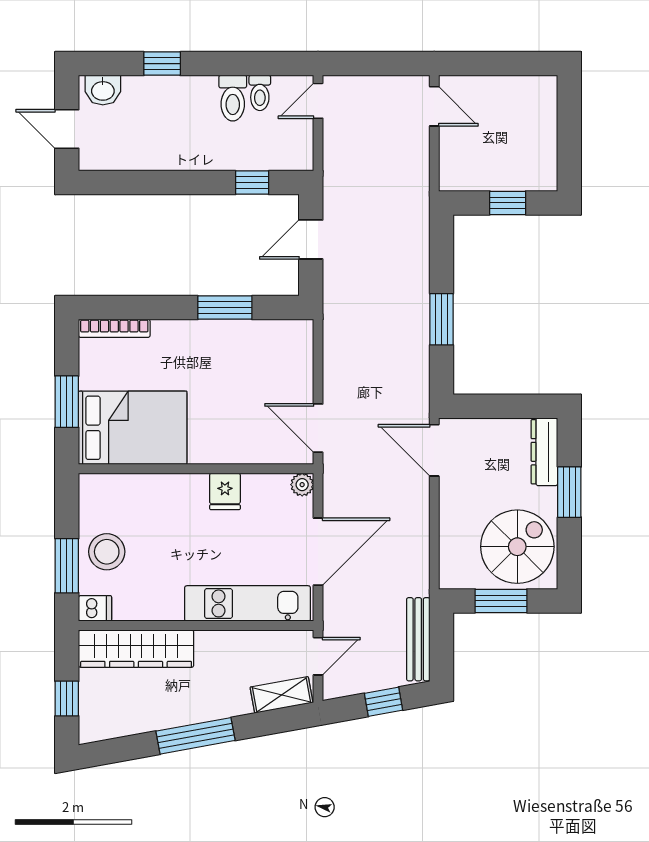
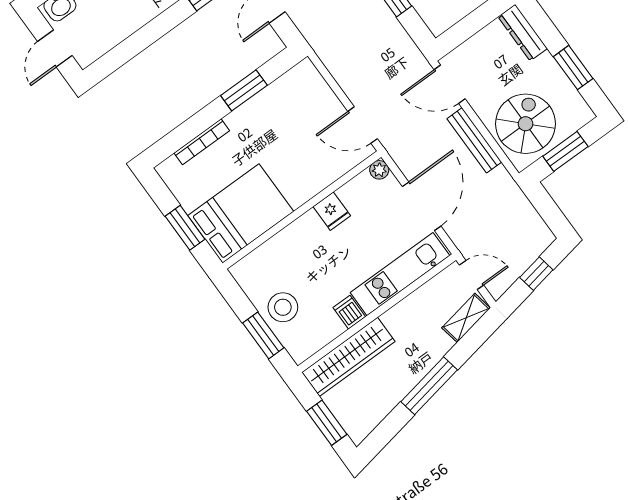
door: (67, 129) -> (55, 49), hinge flipped
bookcase: (114, 328) -> (202, 142), moved
window: (569, 492) -> (573, 68), moved
spiral stairs: (517, 547) -> (526, 124), moved
dishwasher: (95, 608) -> (349, 312), moved, turned -90
bench: (418, 639) -> (474, 140), moved
door: (318, 656) -> (472, 275), hinge flipped
window: (67, 699) -> (327, 423), width x1.50

